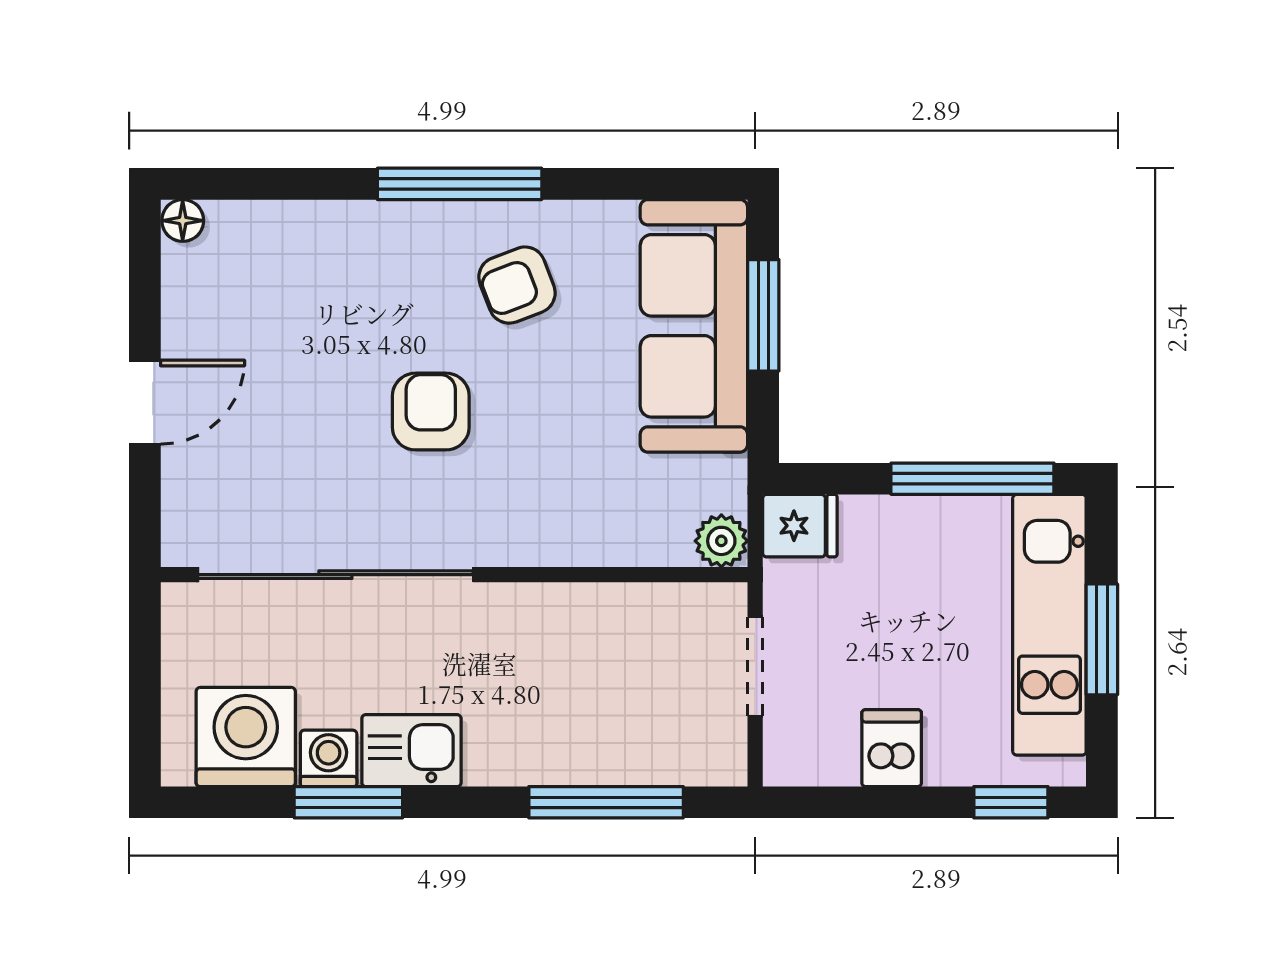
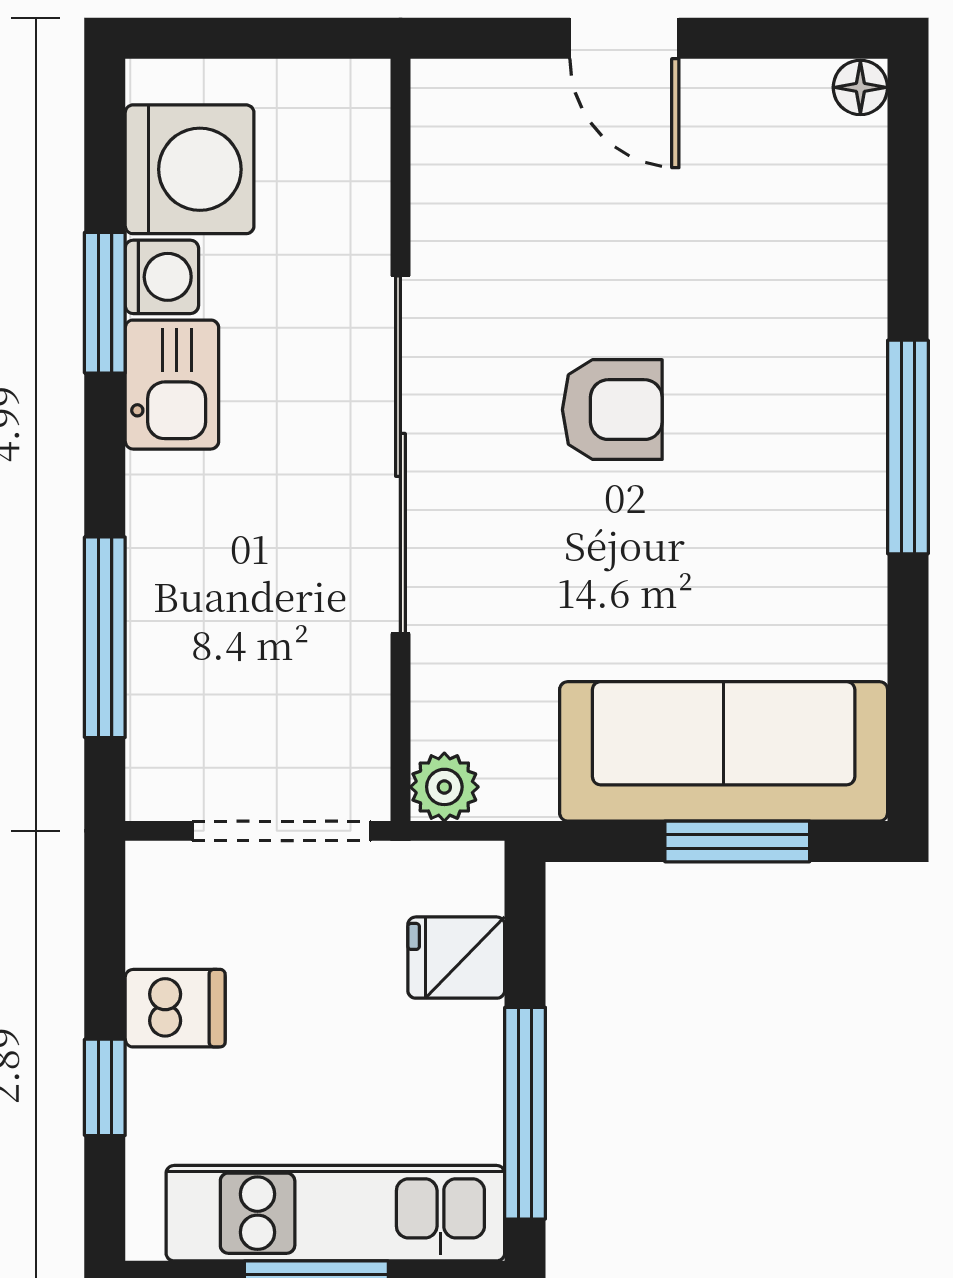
armchair: (517, 285) -> (777, 522), removed
fridge: (800, 526) -> (456, 958), moved, turned 90
sliding door: (335, 575) -> (400, 455), moved
doorway: (755, 666) -> (281, 831), width x1.38
window: (1011, 802) -> (105, 1087), moved

